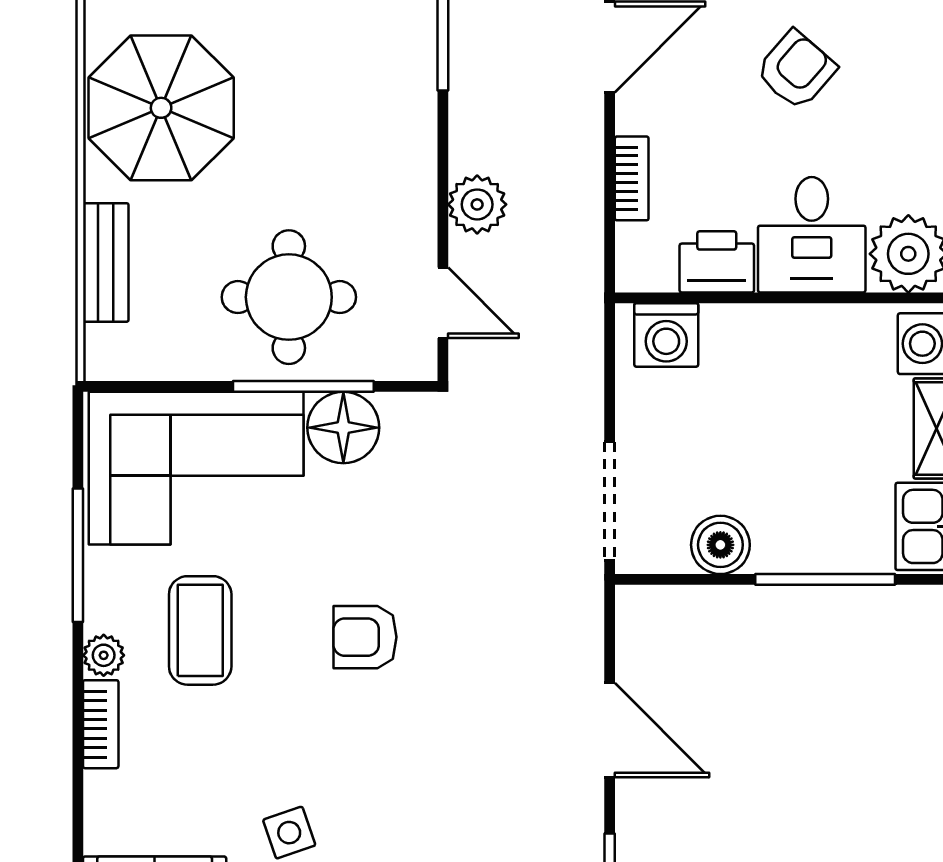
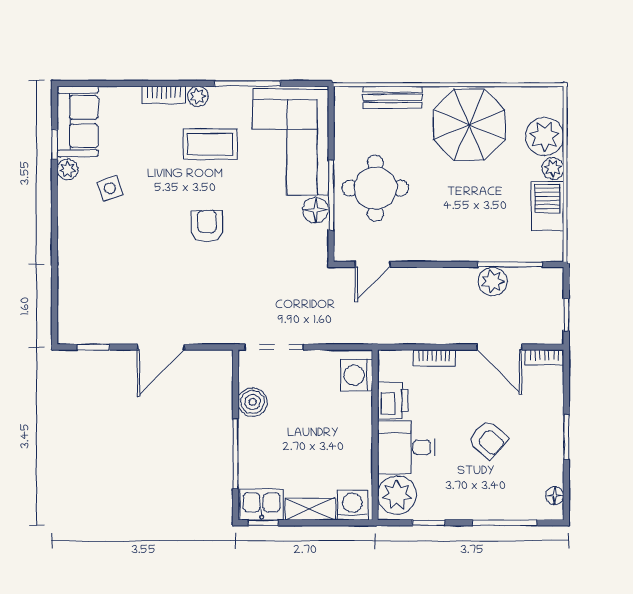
plant: (477, 204) -> (493, 281), moved
floor lamp: (343, 428) -> (316, 210), width x0.73, depth x0.73

